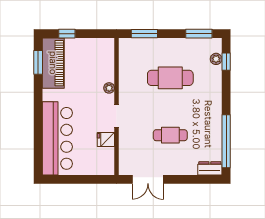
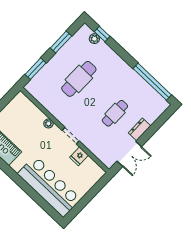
window: (199, 34) -> (61, 42), moved
dresser: (210, 168) -> (140, 129), moved

